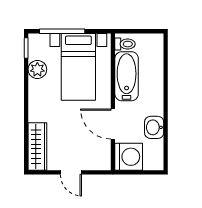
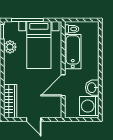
door: (113, 124) -> (63, 85), hinge flipped
washing machine: (129, 157) -> (89, 106), moved, turned 180

